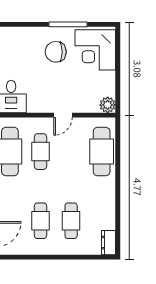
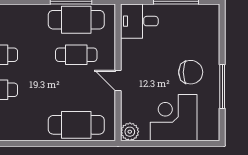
corner desk: (95, 50) -> (174, 118), moved
chair: (56, 52) -> (191, 72), turned 90

